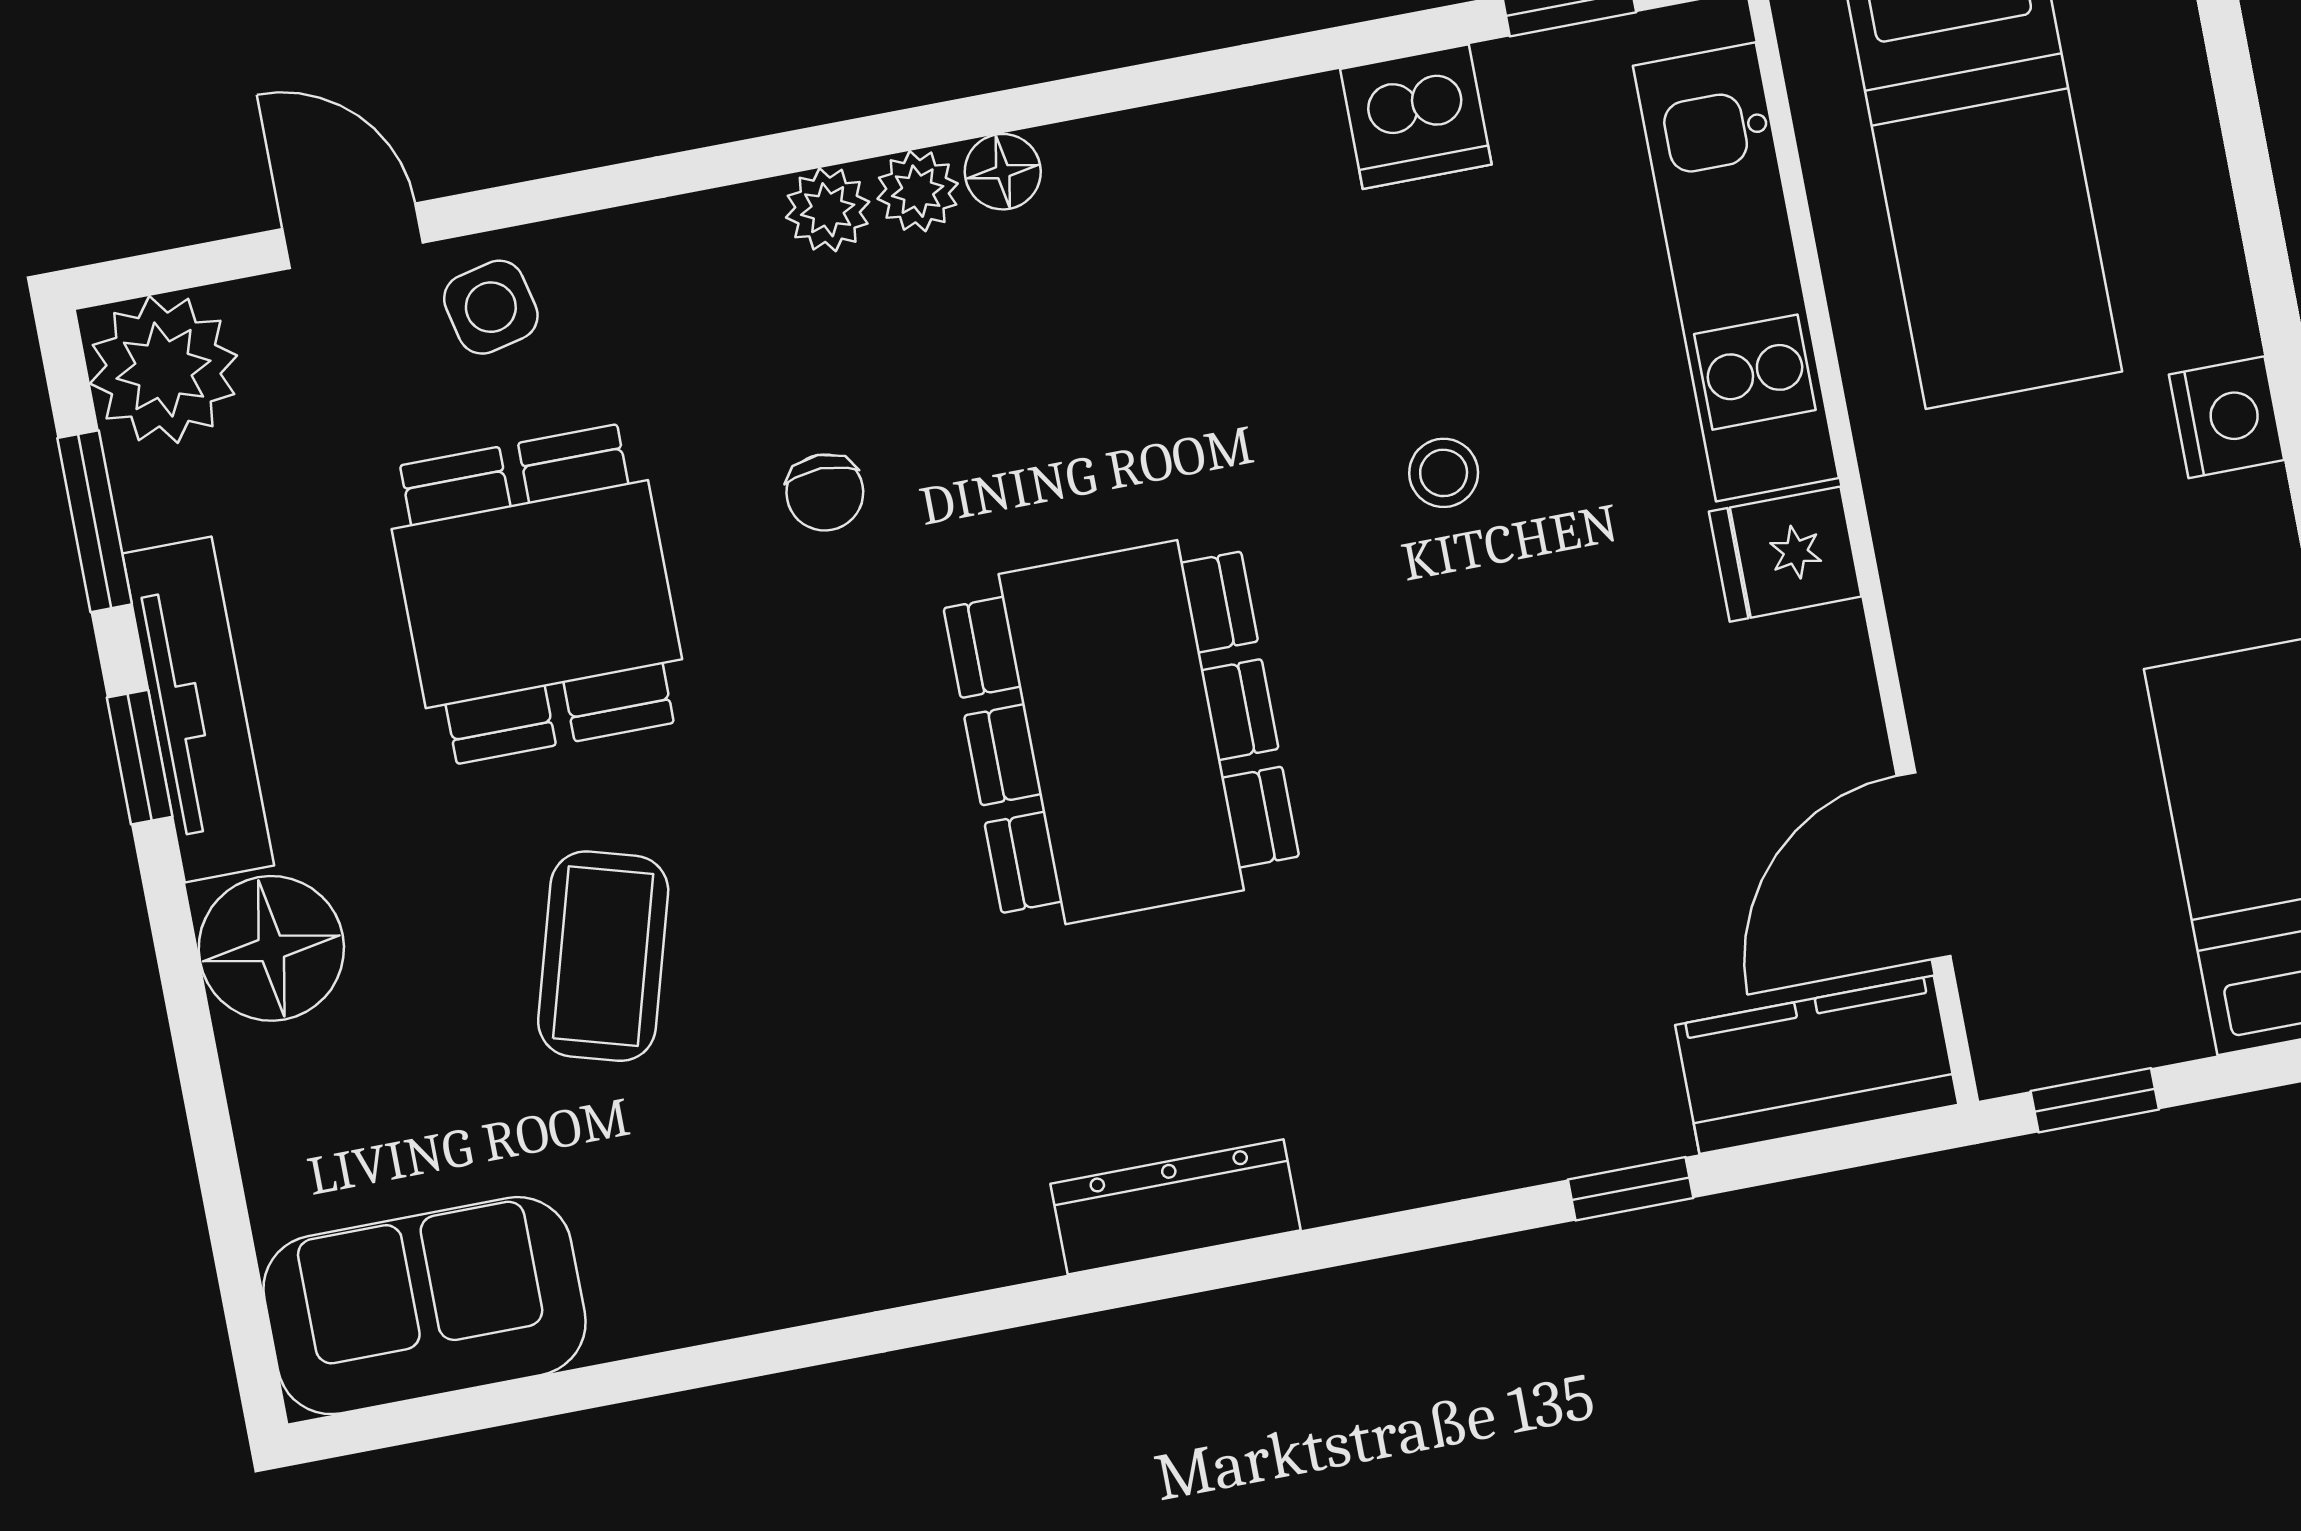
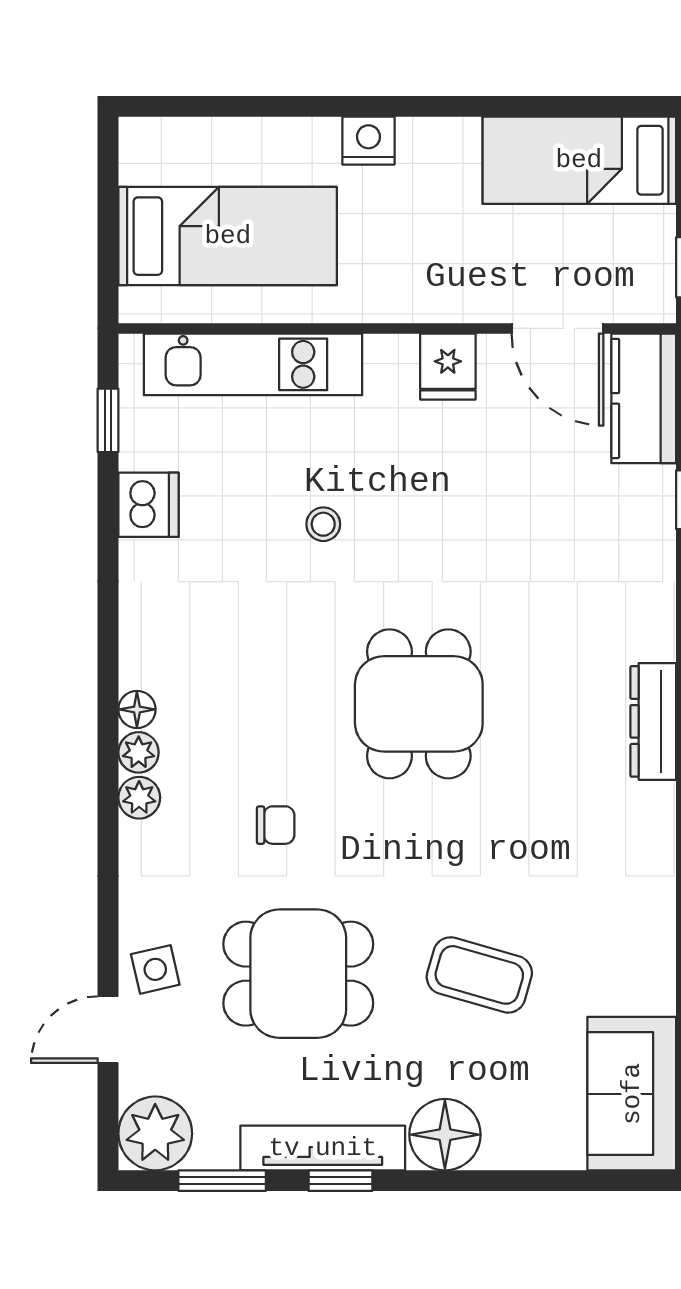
fridge: (1785, 554) -> (448, 367), moved
dining table: (1121, 732) -> (419, 704), width x0.73

